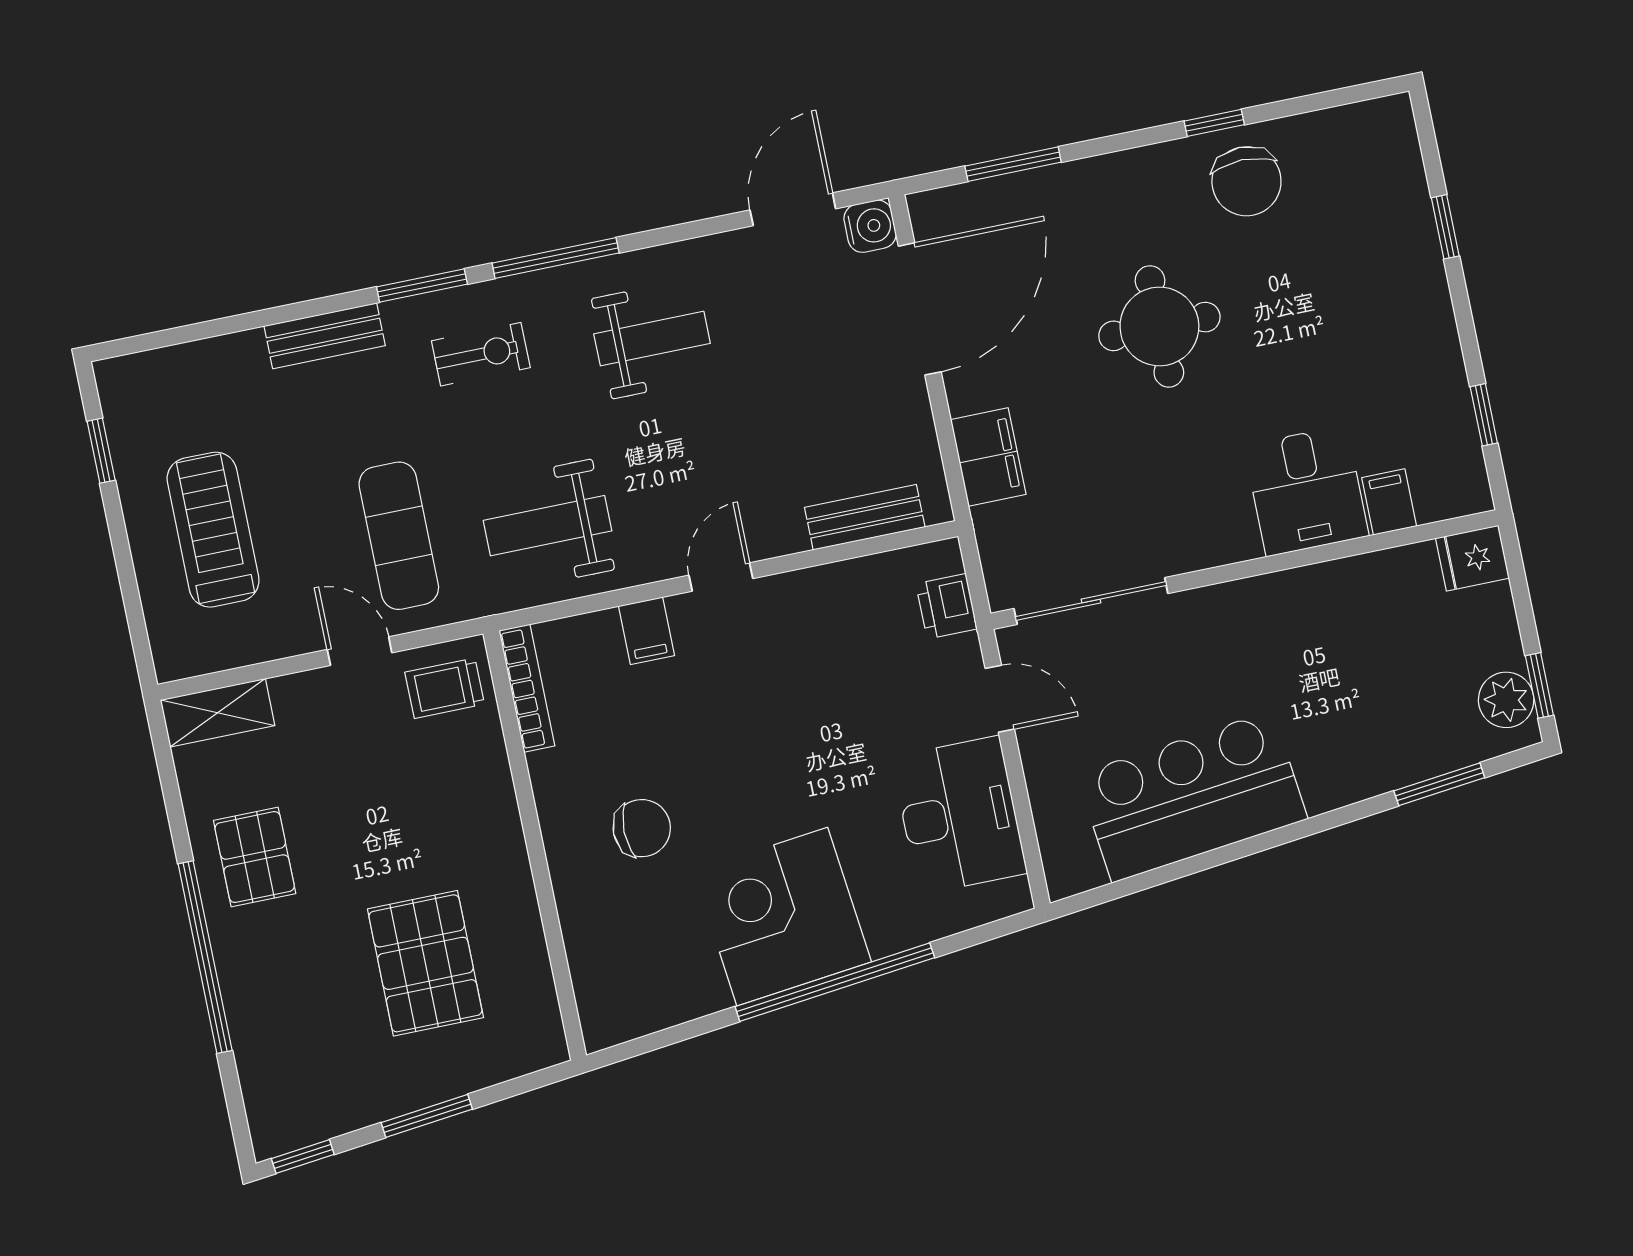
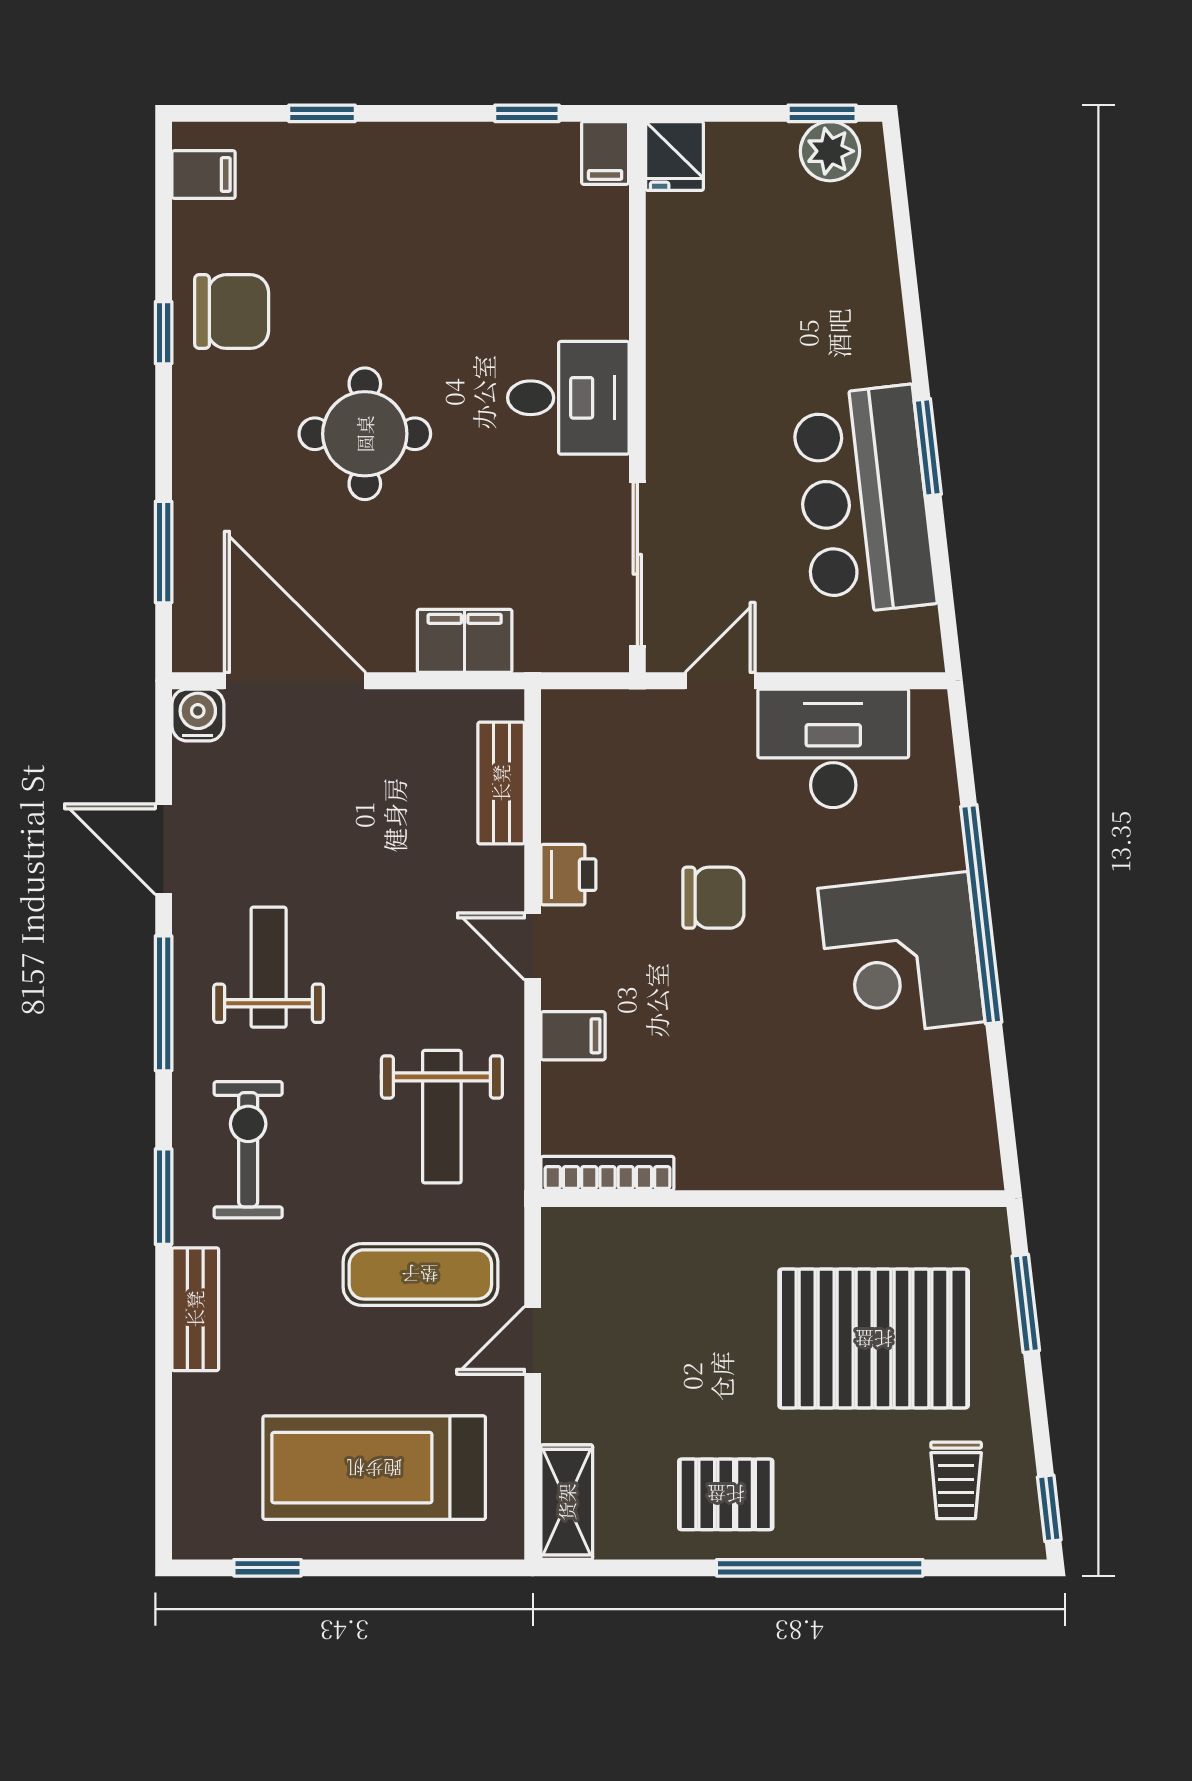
filing cabinet: (1367, 130) -> (204, 175), added
door: (793, 209) -> (164, 849), moved
window: (556, 258) -> (164, 1003), moved
exercise bike: (481, 354) -> (248, 1150), width x1.38, depth x1.39
desk: (1306, 491) -> (568, 398), moved
filing cabinet: (1389, 502) -> (605, 153), moved, turned -90
treadmill: (213, 530) -> (374, 1468), width x1.37, depth x1.38
printer: (947, 606) -> (568, 875), moved, turned -90
trolley: (445, 688) -> (956, 1480), moved
window: (1439, 784) -> (928, 447), moved
chair: (642, 828) -> (713, 898), moved, turned 90
pallet: (425, 963) -> (874, 1339), width x1.37, depth x1.41
window: (427, 1116) -> (1026, 1303), moved

